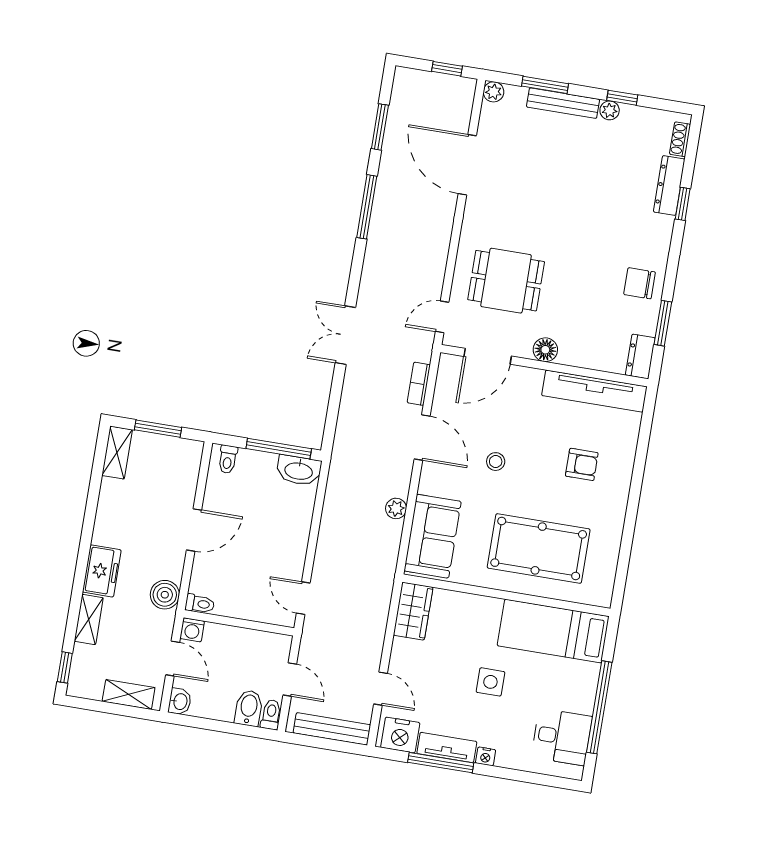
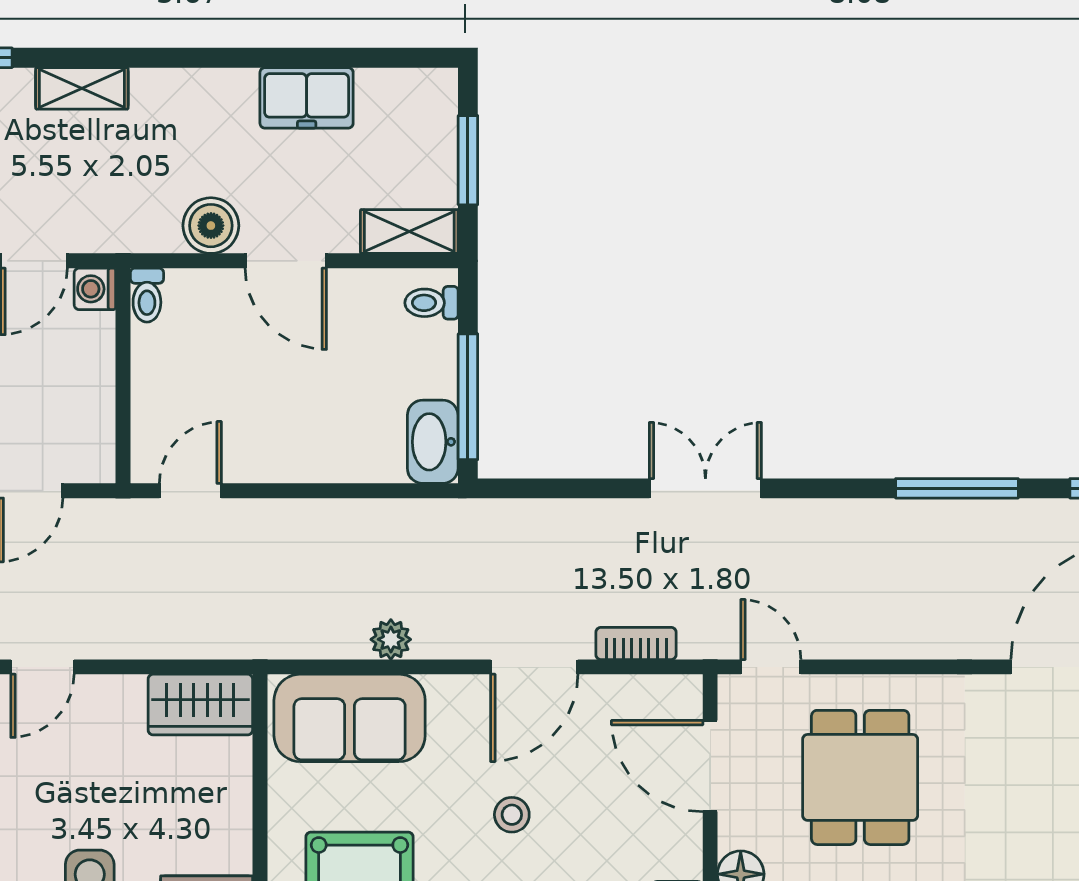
shelving: (117, 453) -> (409, 232), moved
freezer: (102, 571) -> (307, 98), moved
boiler: (165, 595) -> (211, 226), moved

